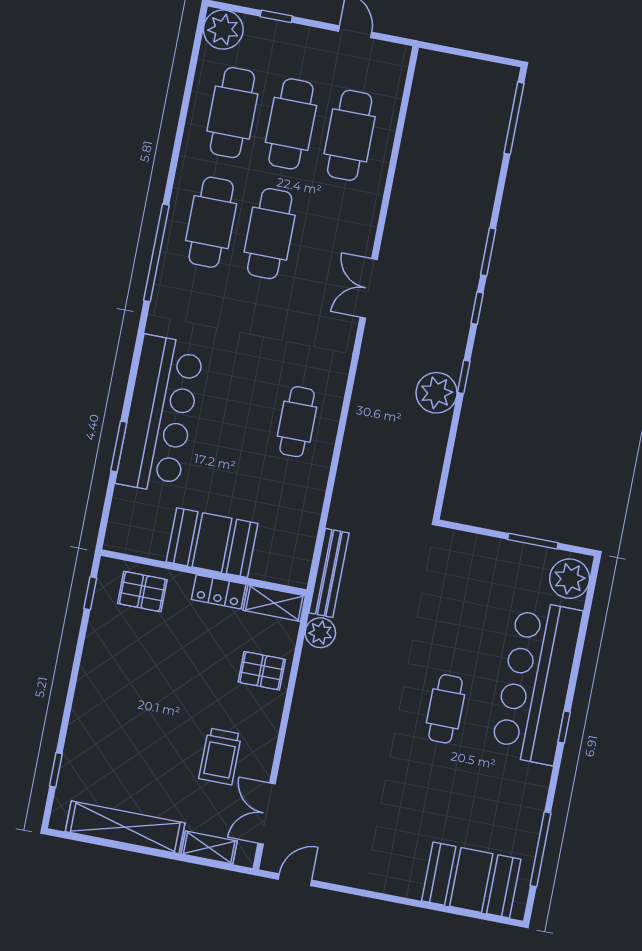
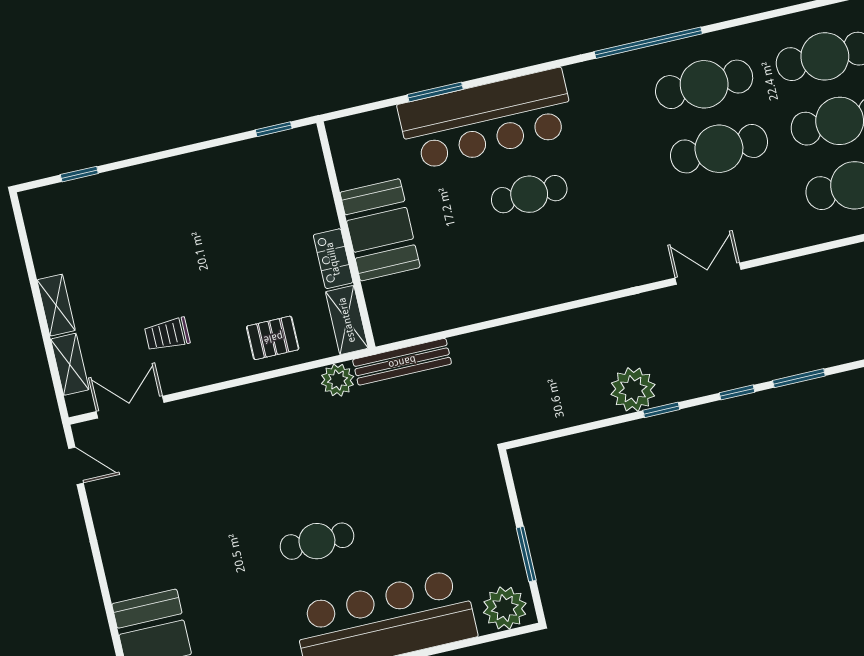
cafe table: (297, 422) -> (529, 194), moved
pallet: (142, 592) -> (299, 181), removed
pallet: (262, 671) -> (273, 338), turned 90
trolley: (220, 756) -> (167, 334), width x0.73, depth x0.72
shelving: (125, 827) -> (56, 305), width x0.45, depth x0.75

